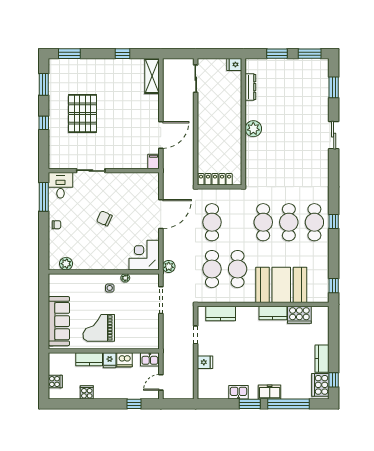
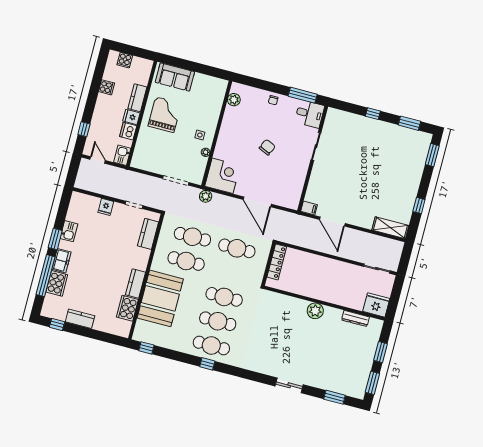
fridge: (234, 64) -> (376, 305), width x1.88, depth x1.34
pallet: (83, 113) -> (372, 153), removed
sofa: (59, 321) -> (175, 77), width x0.73
cooker: (320, 385) -> (57, 283), moved, turned 90

